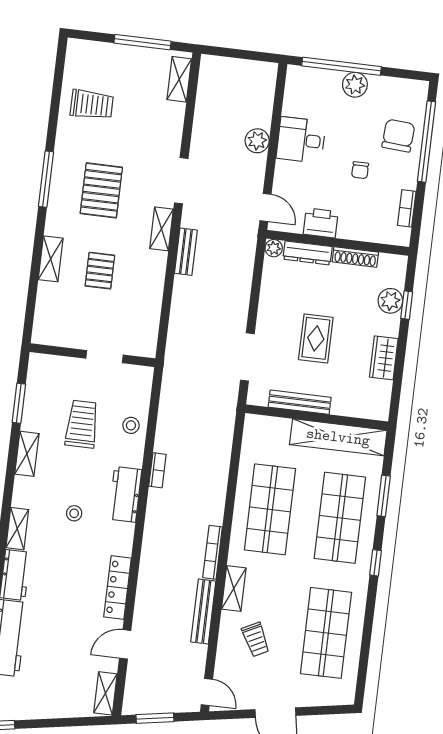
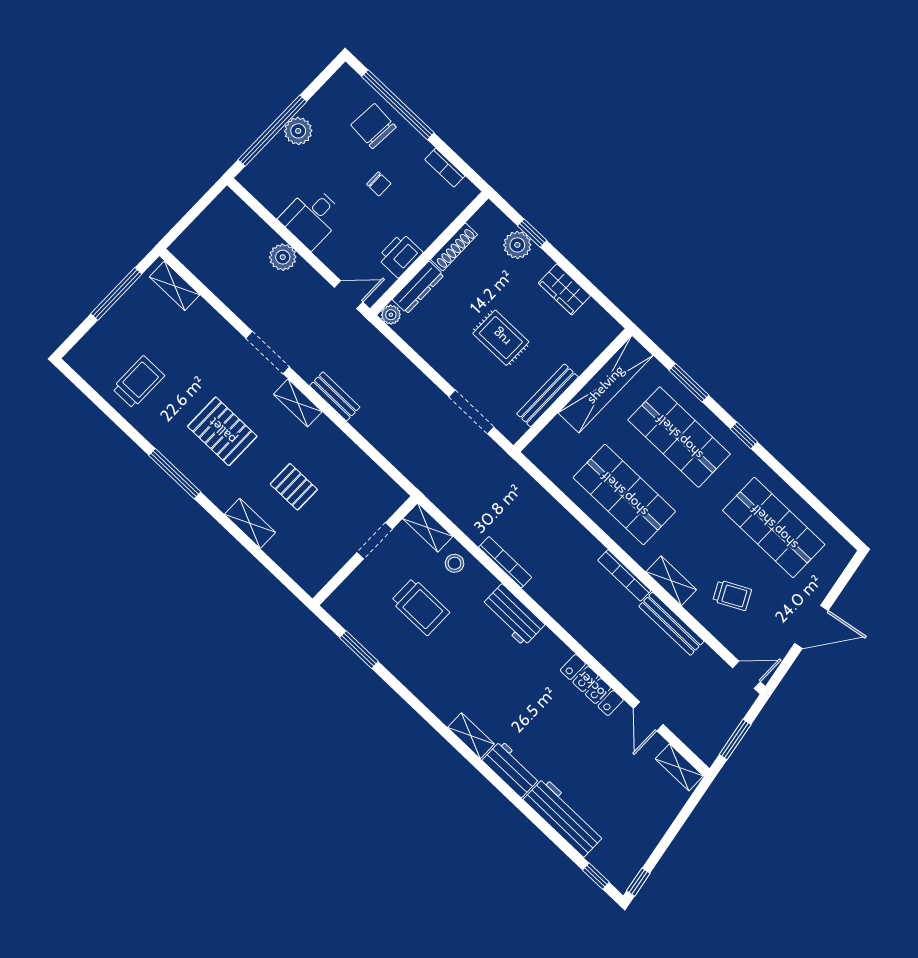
trolley: (82, 424) -> (420, 607), turned 180
shelving: (27, 454) -> (428, 528), moved
bookcase: (157, 470) -> (505, 562), width x1.56
stool: (74, 513) -> (496, 674), removed

